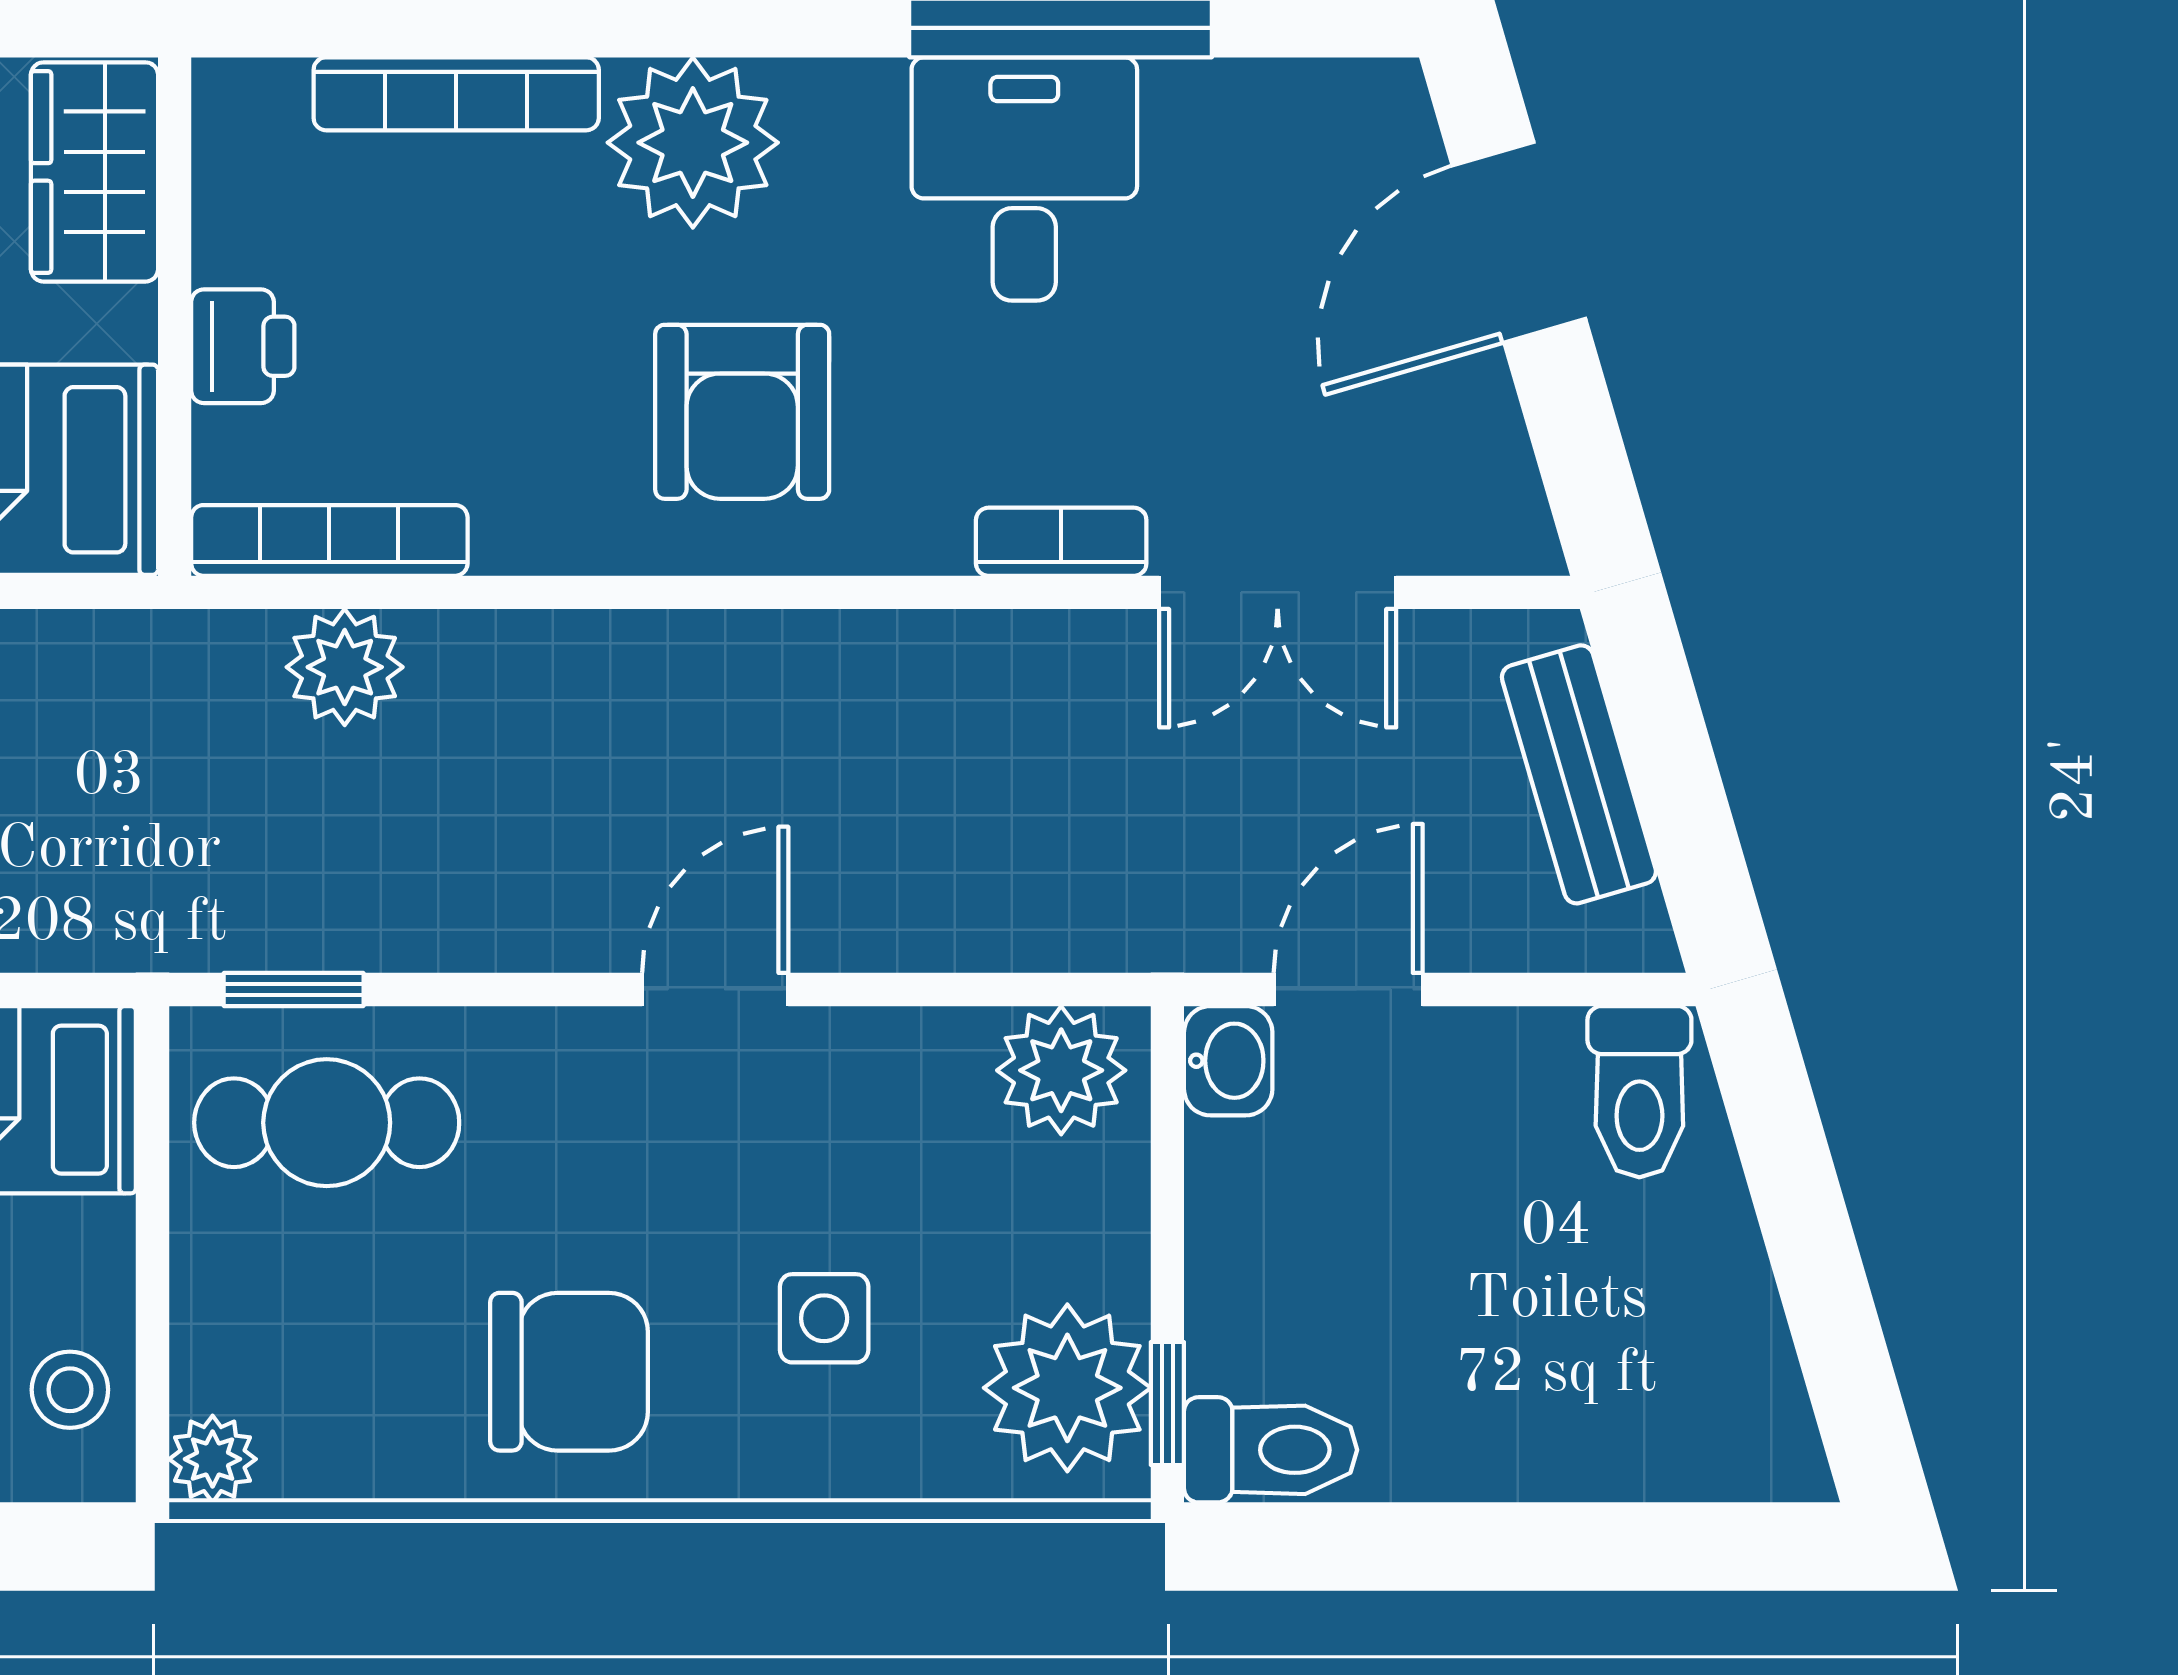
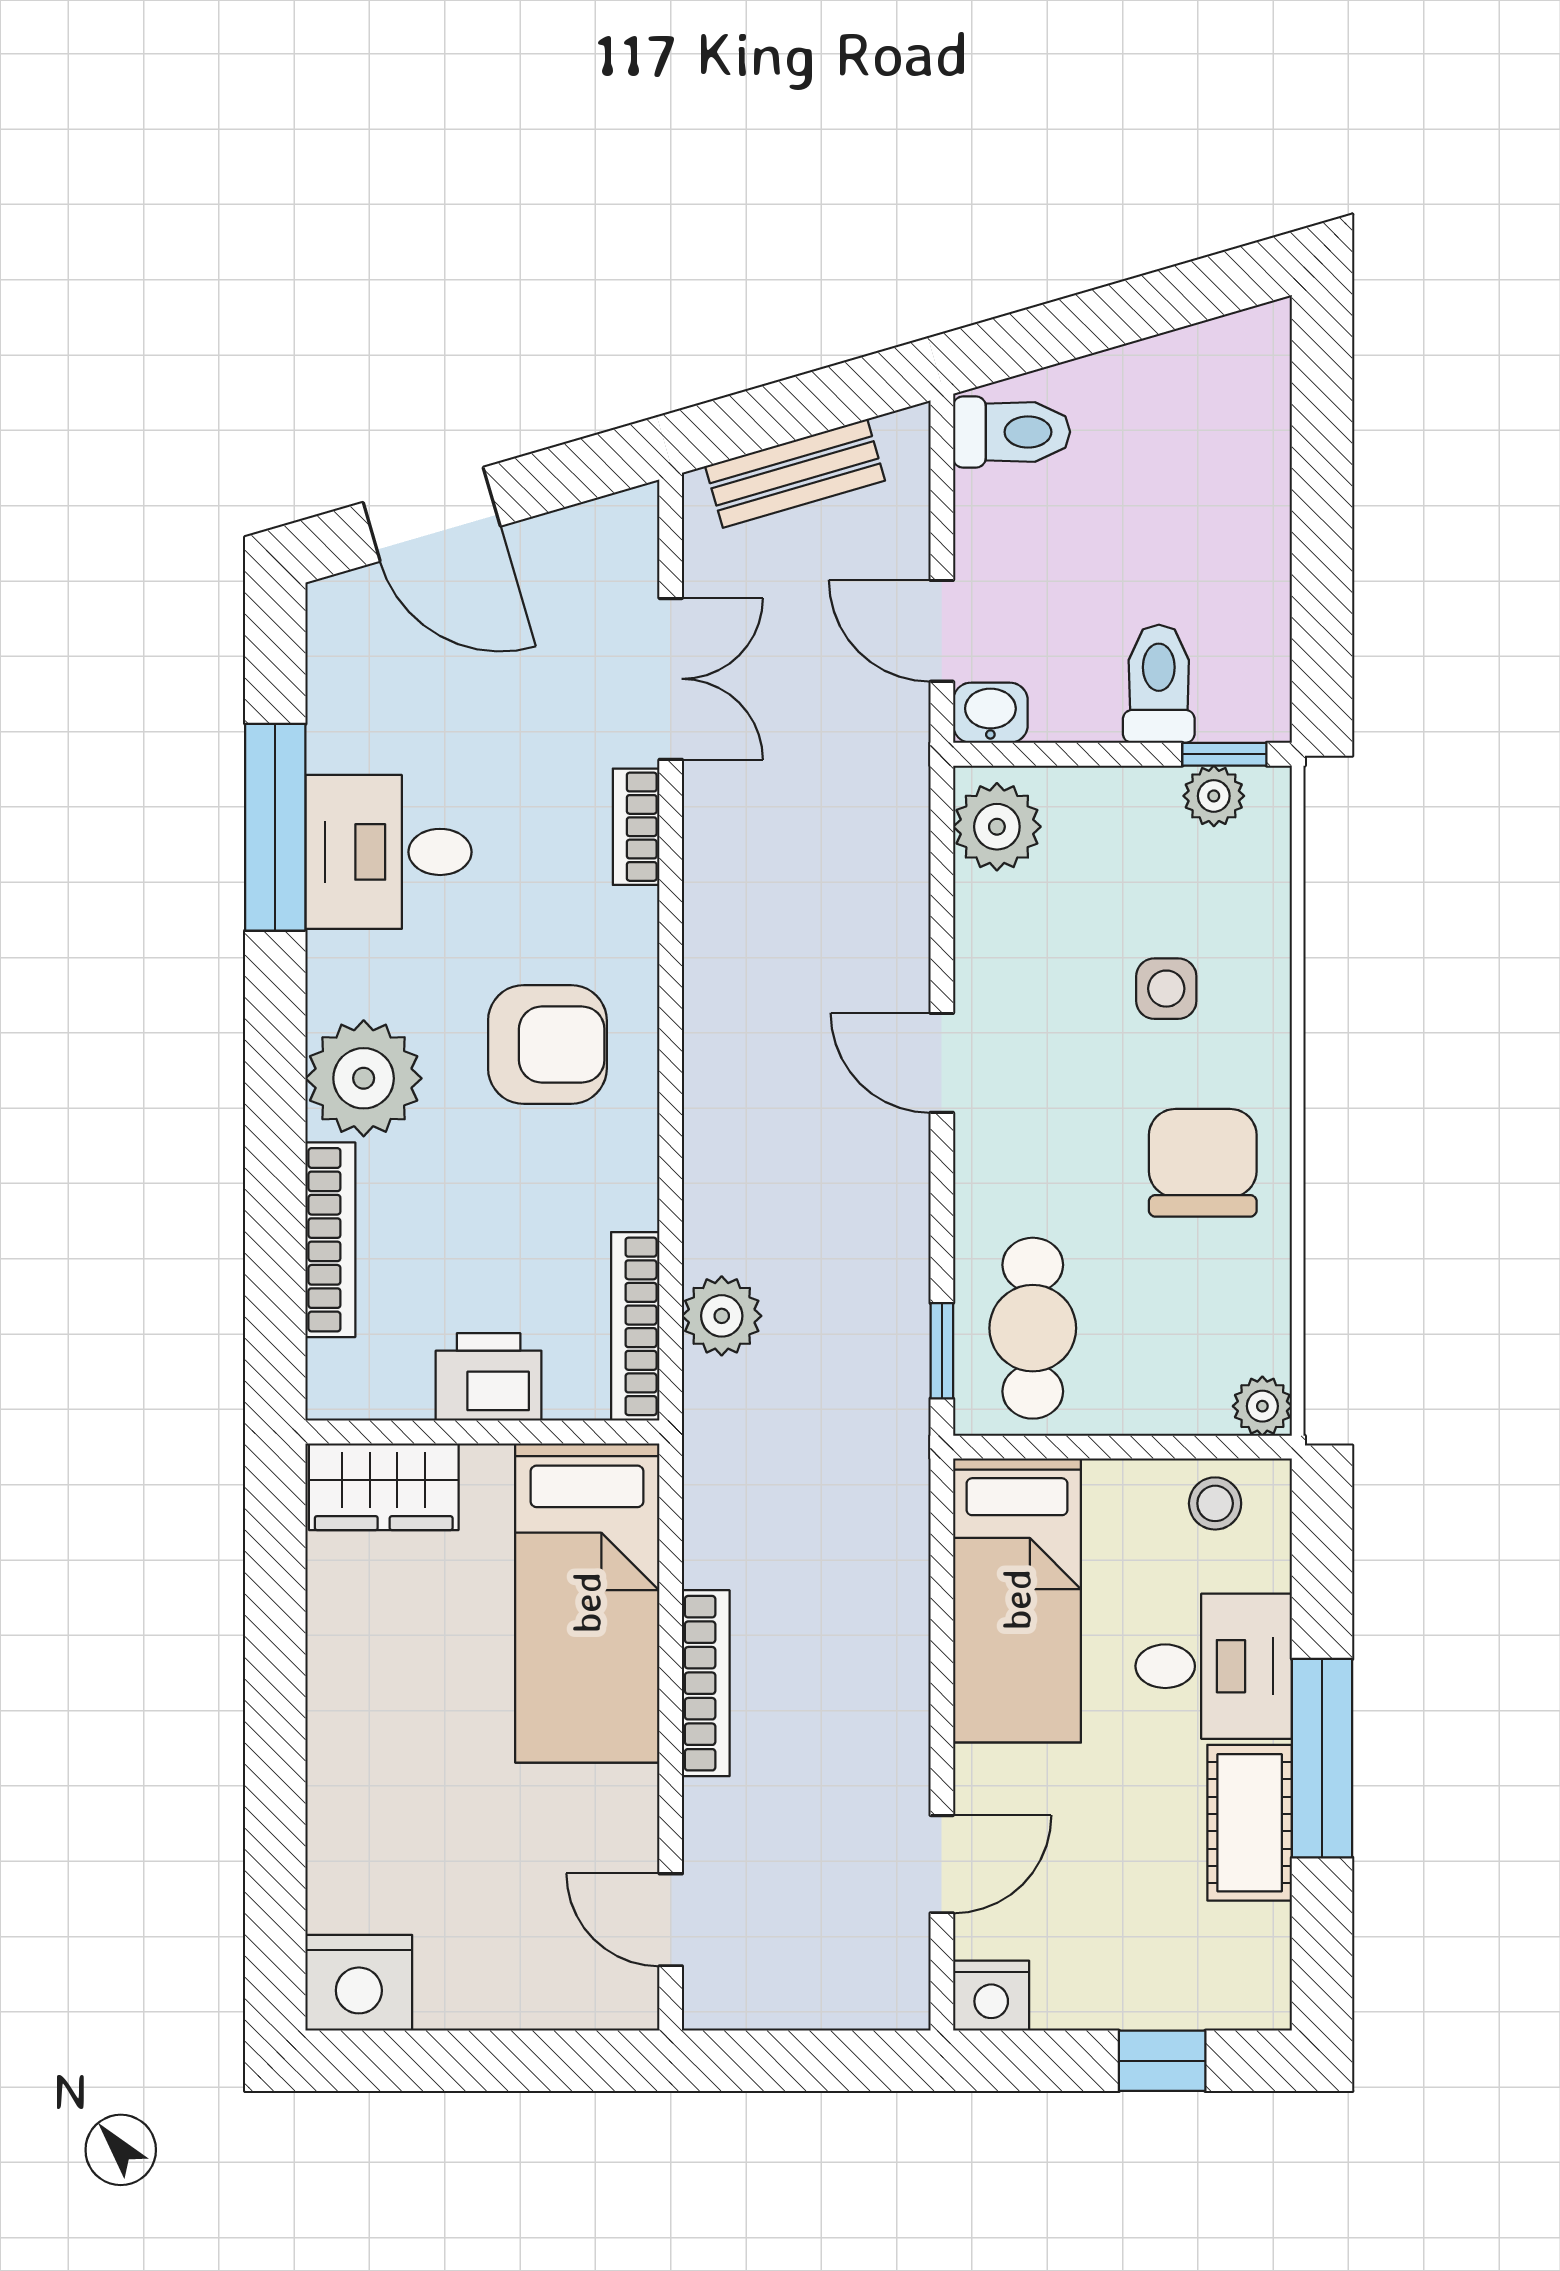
printer: (243, 346) -> (489, 1377), width x1.36, depth x1.24
plant: (1067, 1388) -> (1214, 796), width x0.53, depth x0.53
toilet: (1271, 1450) -> (1159, 684), moved

